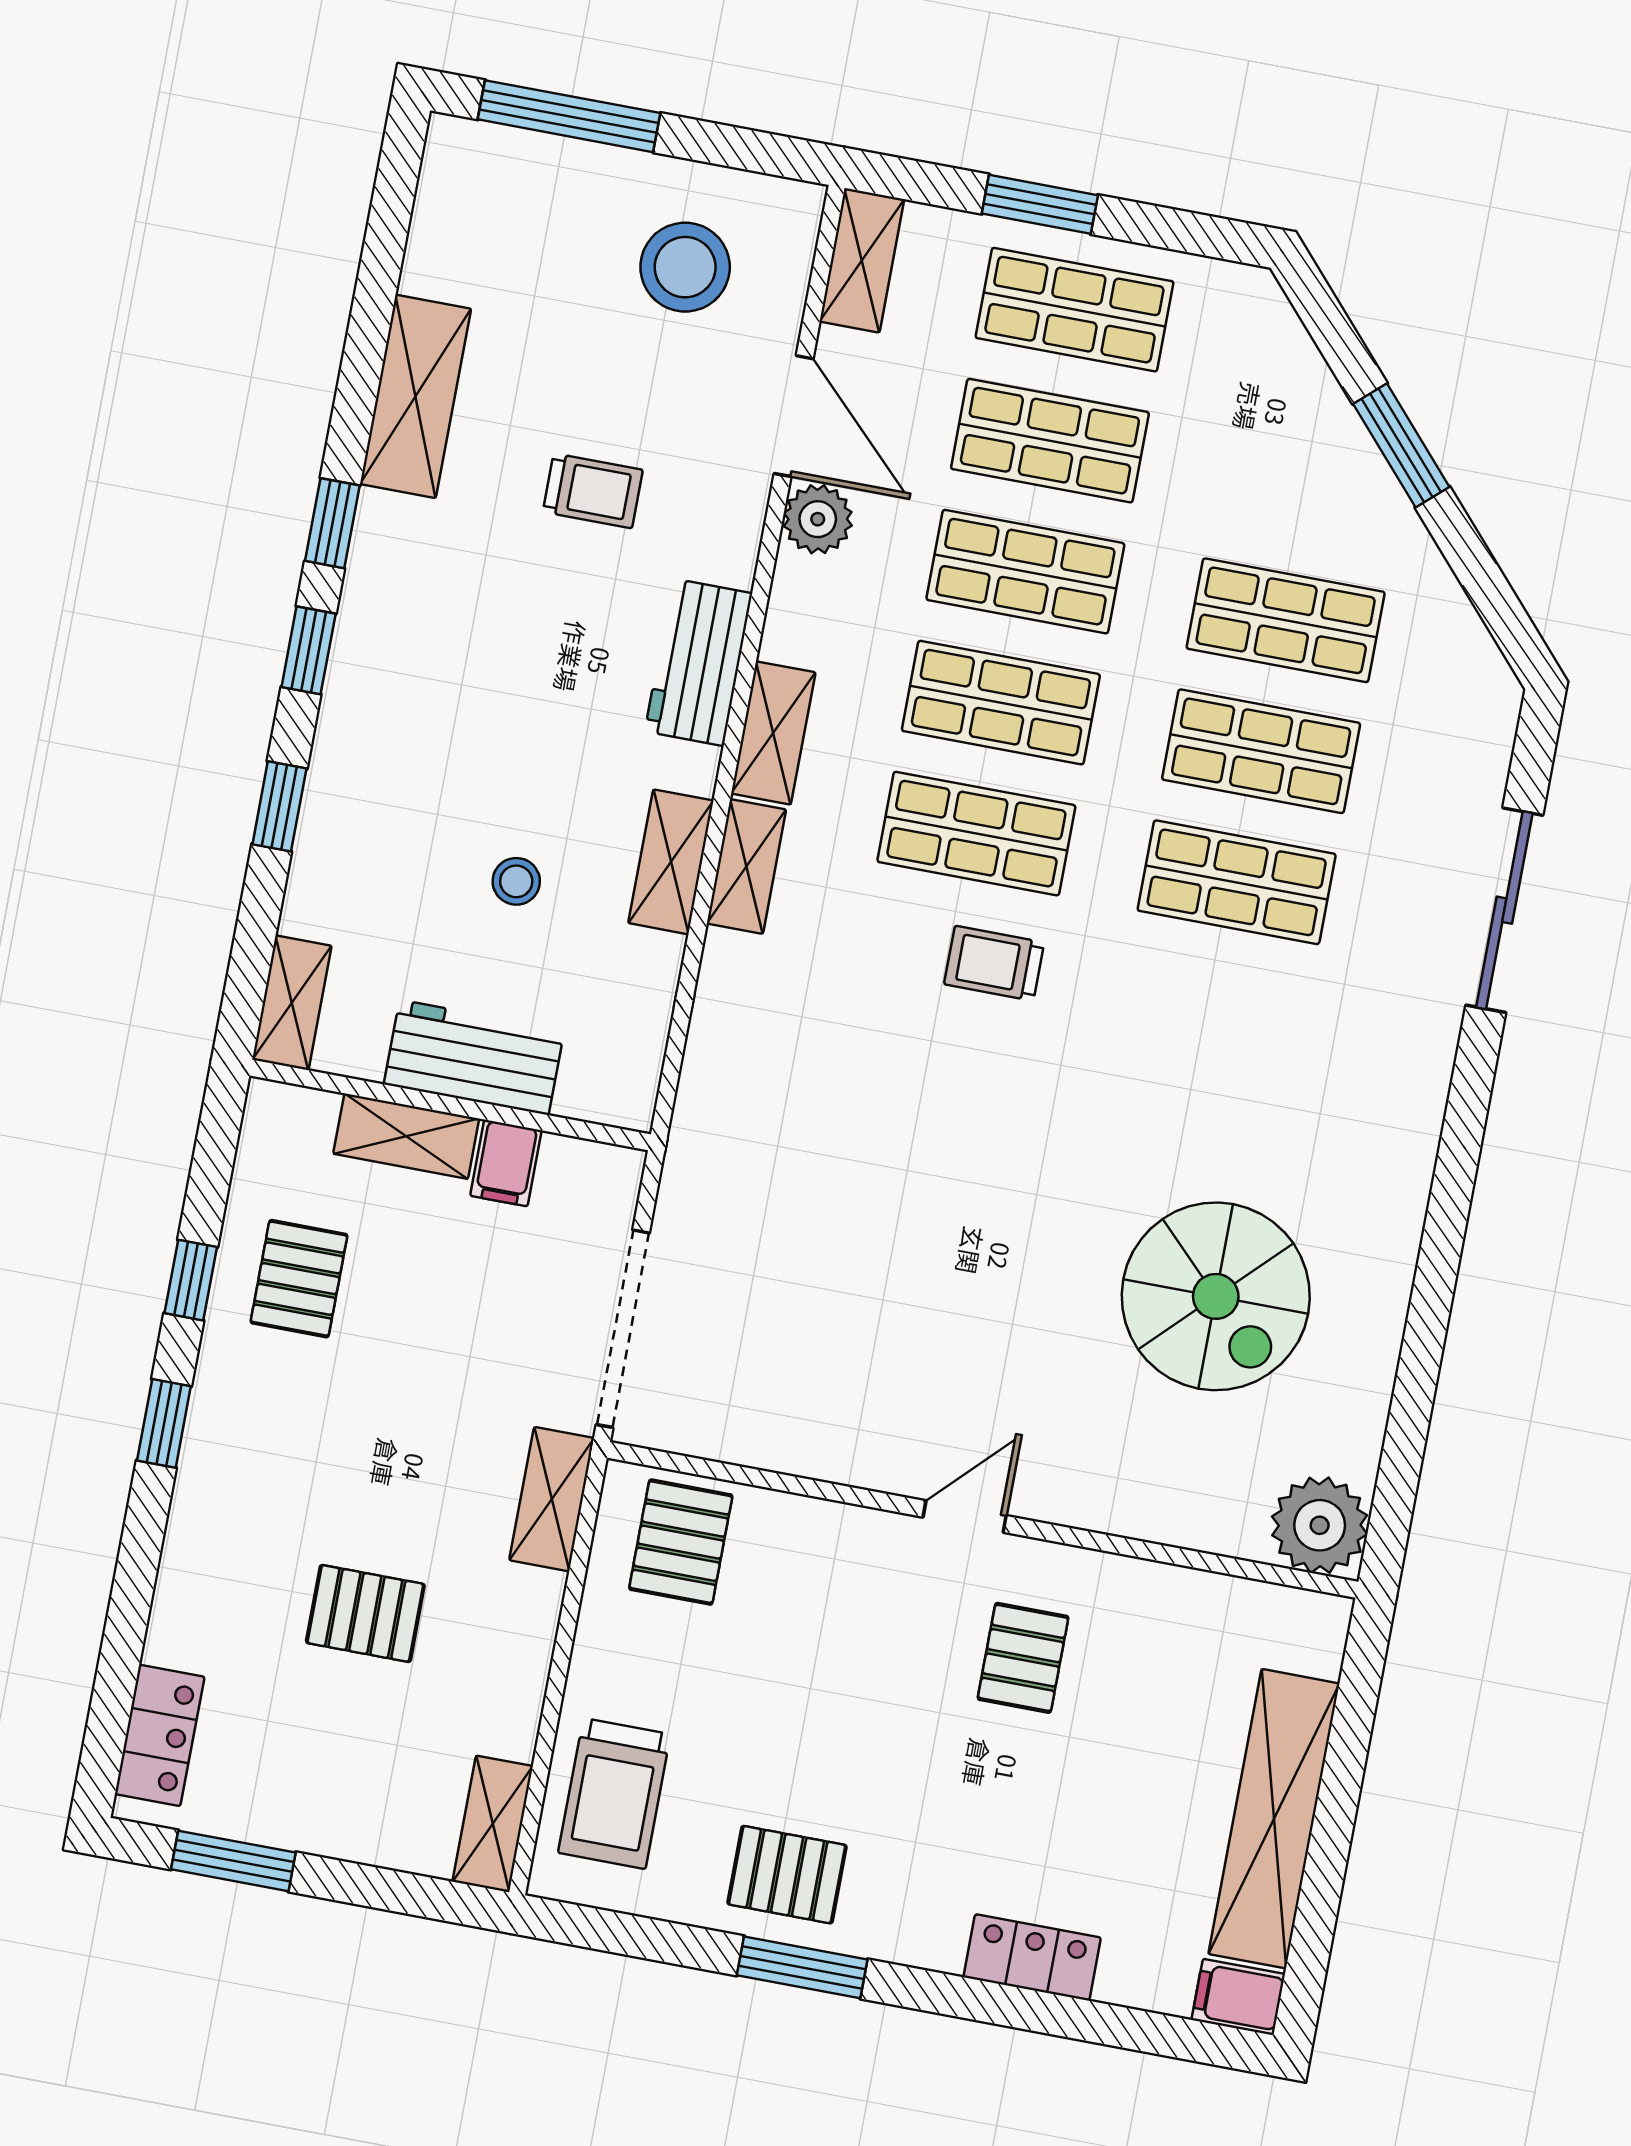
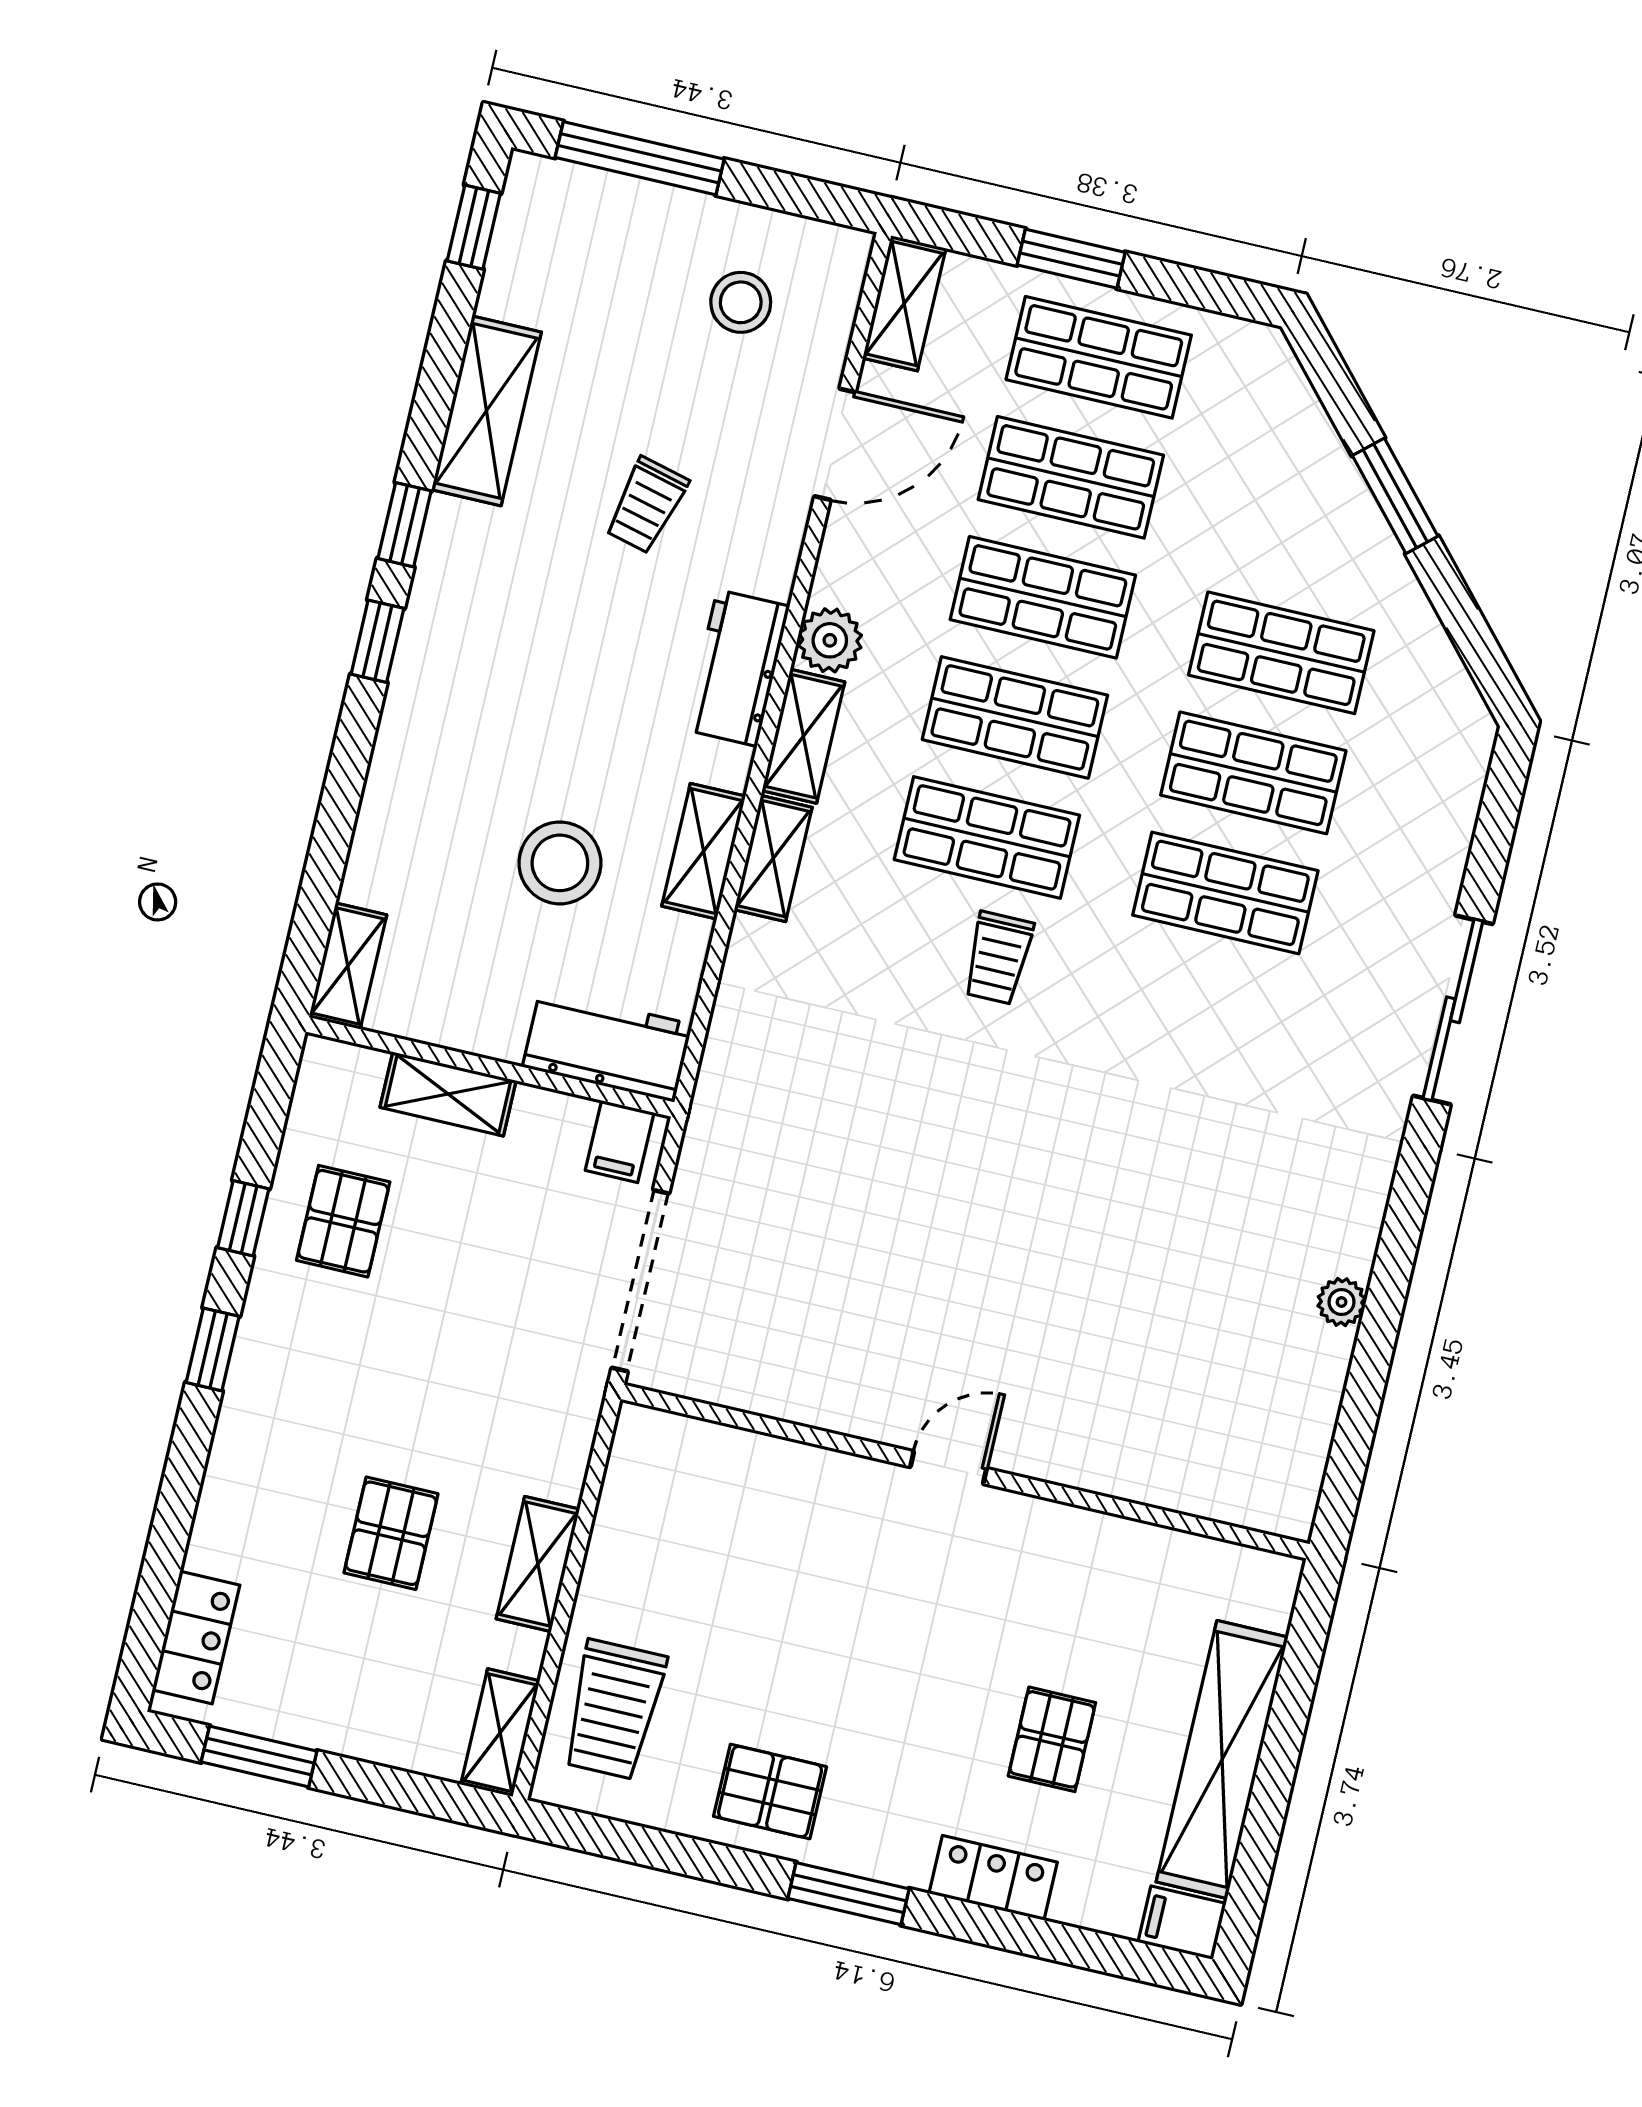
stool: (685, 267) -> (741, 302), width x0.73, depth x0.73
door: (794, 416) -> (835, 444), hinge flipped
trolley: (593, 491) -> (646, 505), turned 104
plant: (818, 519) -> (830, 640), moved
window: (279, 806) -> (474, 227), moved
stool: (516, 881) -> (560, 863), width x1.89, depth x1.89
sliding door: (1504, 910) -> (1453, 1010), moved
trolley: (994, 963) -> (998, 958), turned -90
workbench: (474, 1057) -> (607, 1045), moved
filing cabinet: (506, 1163) -> (620, 1142), moved
spiral stairs: (1216, 1296) -> (1189, 1275), removed
shelving: (552, 1499) -> (538, 1564), moved
plant: (1320, 1525) -> (1342, 1302), moved, width x0.53, depth x0.53
pallet: (681, 1542) -> (685, 1480), removed
pallet: (365, 1613) -> (391, 1533), turned 90
pallet: (1023, 1658) -> (1052, 1739), moved
window: (802, 1967) -> (849, 1894), moved

